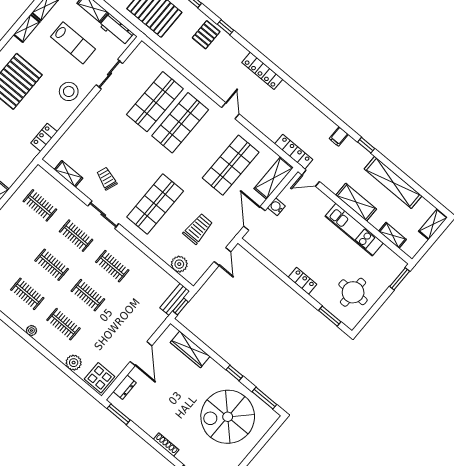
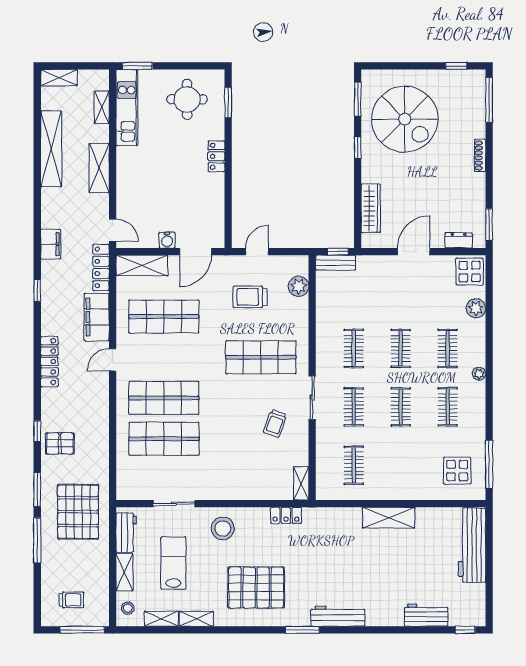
filing cabinet: (265, 123) -> (97, 317), added
filing cabinet: (339, 136) -> (51, 244), width x2.00
window: (366, 145) -> (37, 290), moved
shelving: (68, 174) -> (301, 483), moved
kitchen unit: (354, 230) -> (127, 108), moved

